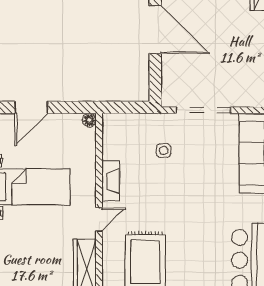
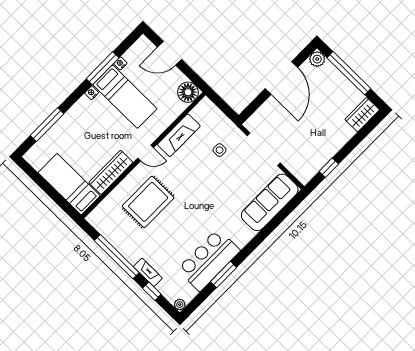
floor lamp: (89, 120) -> (188, 92), width x1.89, depth x1.89
fireplace: (111, 181) -> (179, 135), width x1.37, depth x1.32

